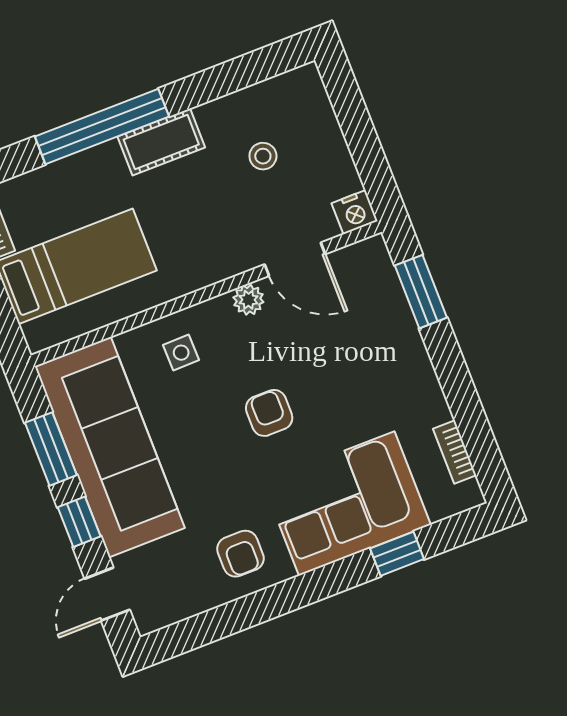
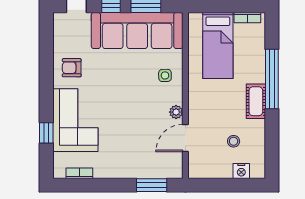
nightstand: (355, 212) -> (241, 171), moved, turned -90
armchair: (269, 413) -> (126, 102), removed

